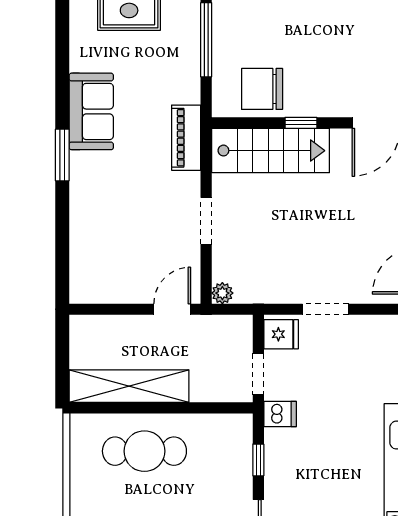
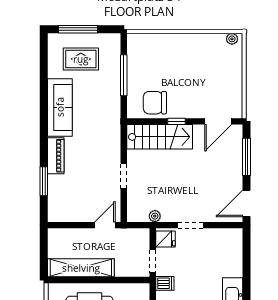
sofa: (91, 111) -> (60, 107), width x1.36
piano: (186, 138) -> (56, 156), moved, turned 180
window: (62, 155) -> (44, 181), moved
plant: (222, 293) -> (155, 216), moved

